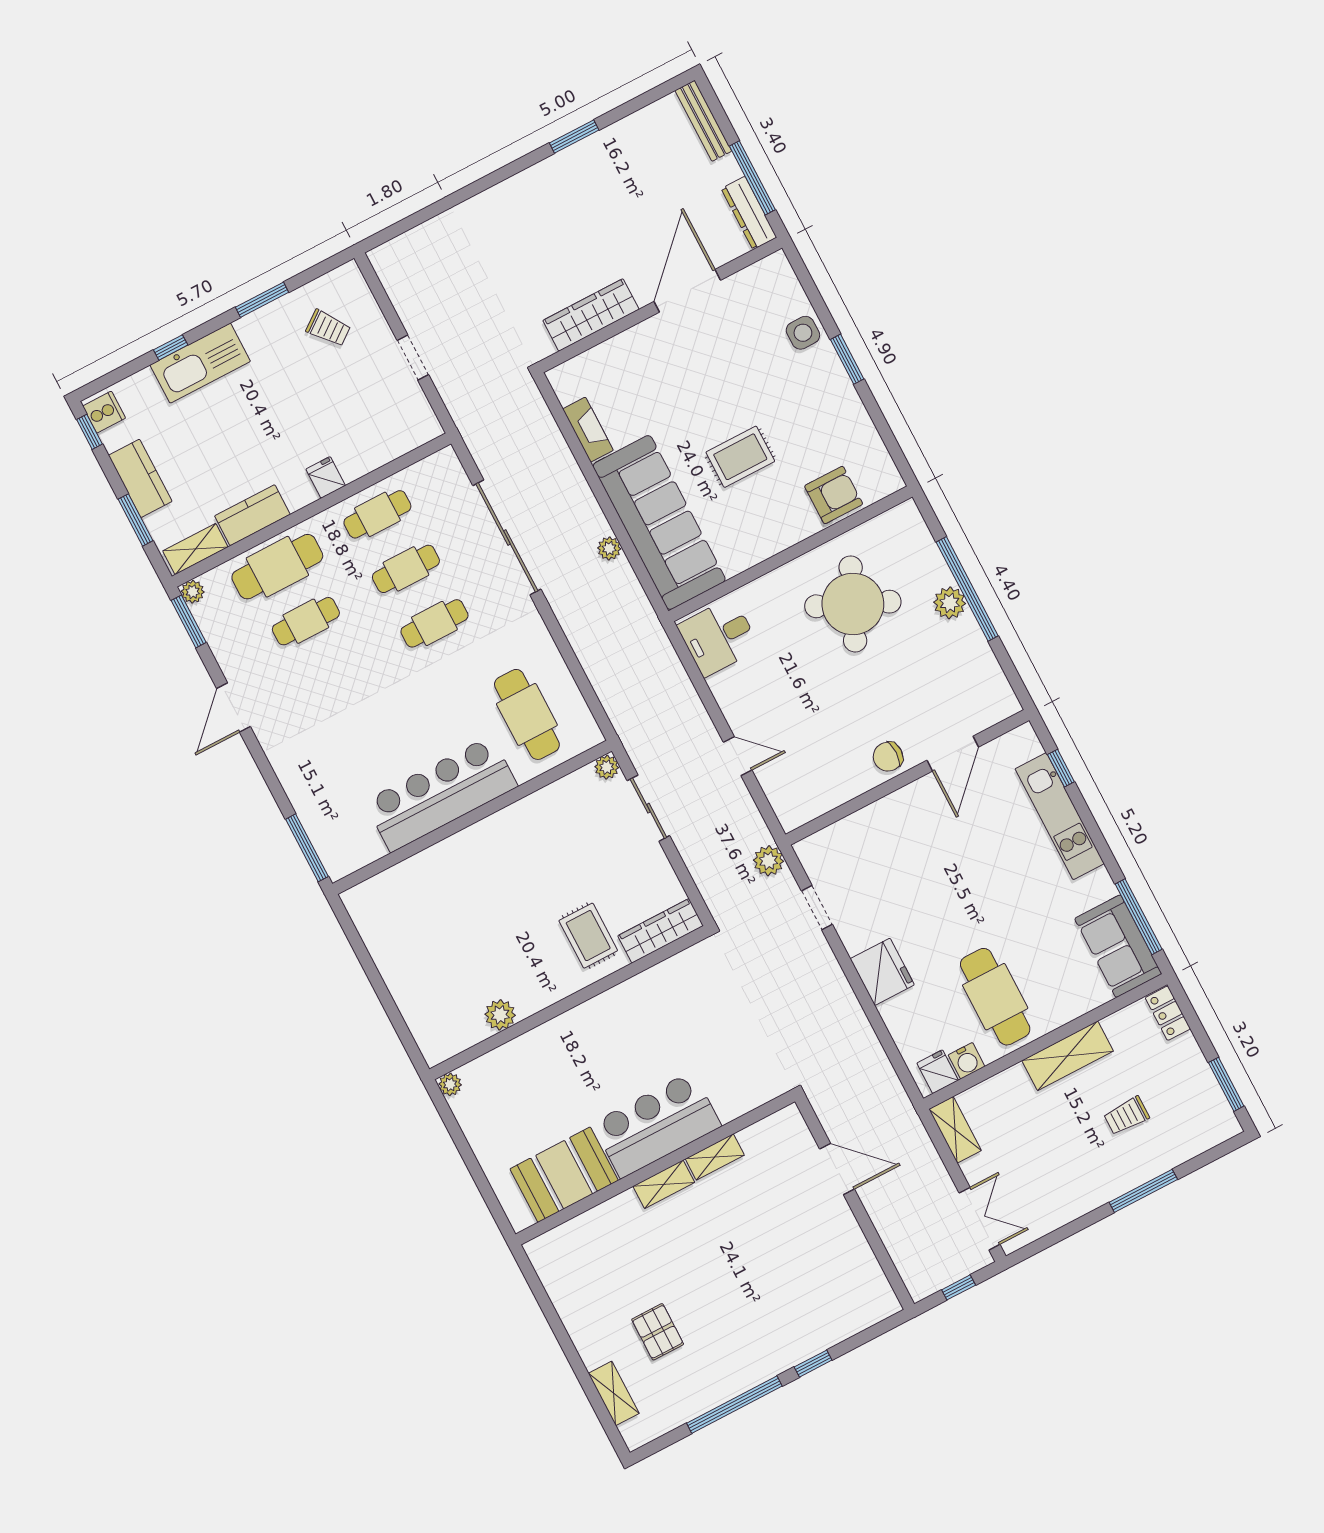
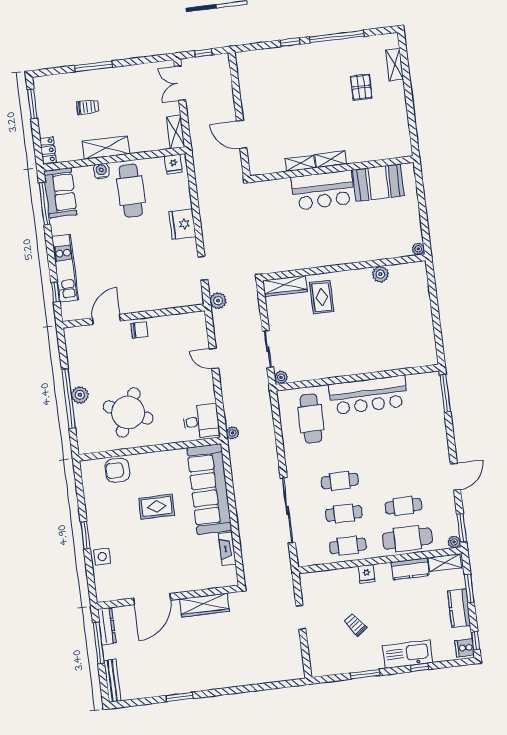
trolley: (328, 328) -> (355, 625), moved
plant: (609, 548) -> (232, 433), moved
water cooler: (967, 1061) -> (101, 171), moved

